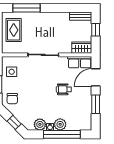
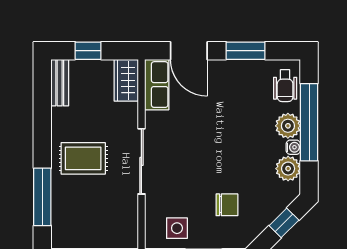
rug: (14, 30) -> (83, 158), moved
wheelchair: (64, 89) -> (285, 86), moved
chair: (12, 99) -> (227, 205), moved

